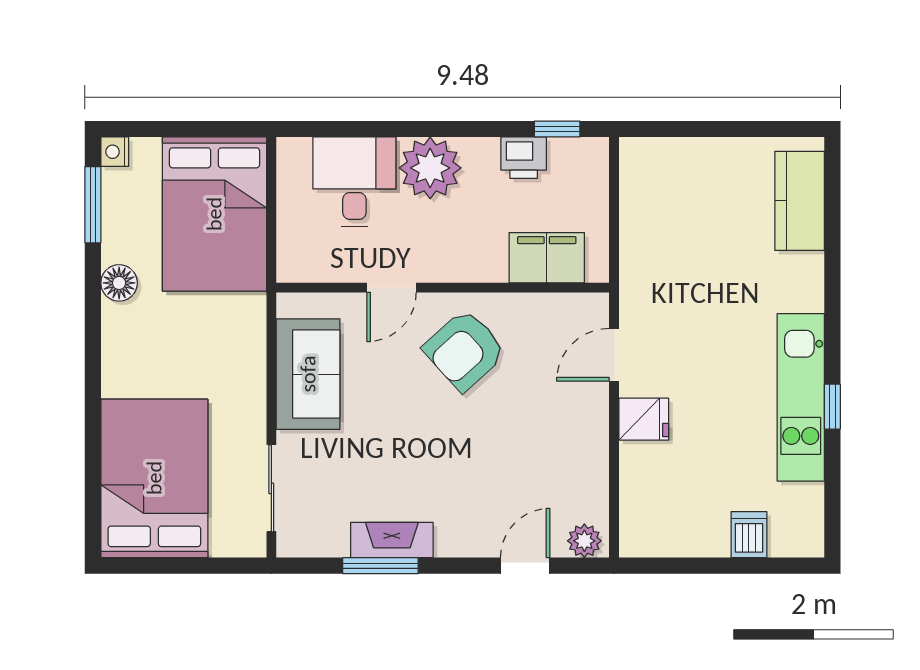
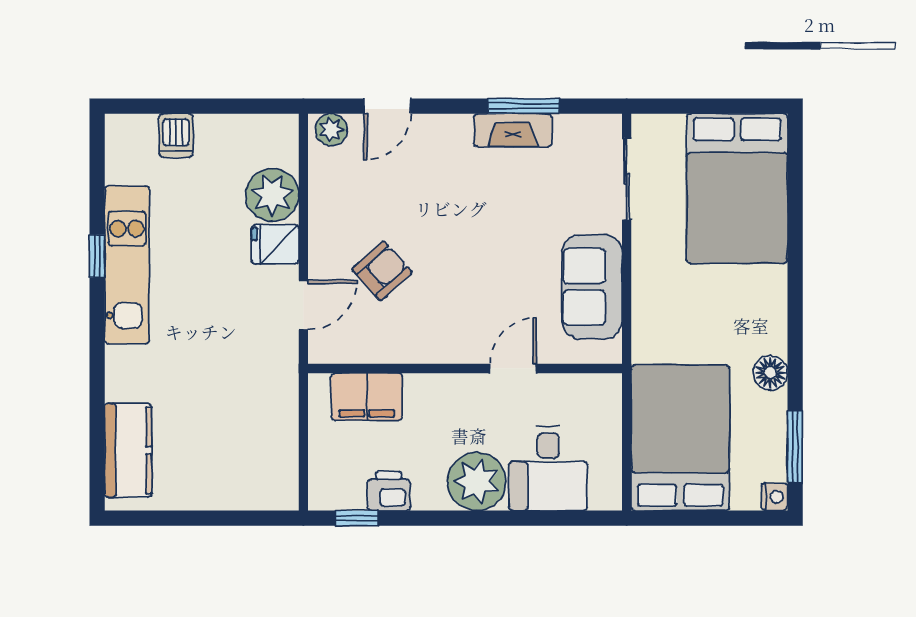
armchair: (465, 350) -> (382, 271), moved, width x0.72, depth x0.72
plant: (647, 471) -> (272, 195), added

